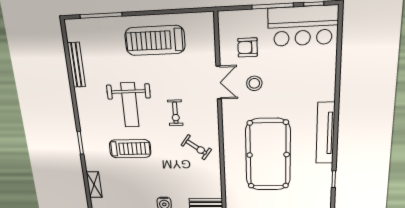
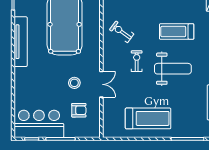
double door: (219, 83) -> (101, 84), swing flipped
weight bench: (130, 105) -> (173, 69), turned 90

